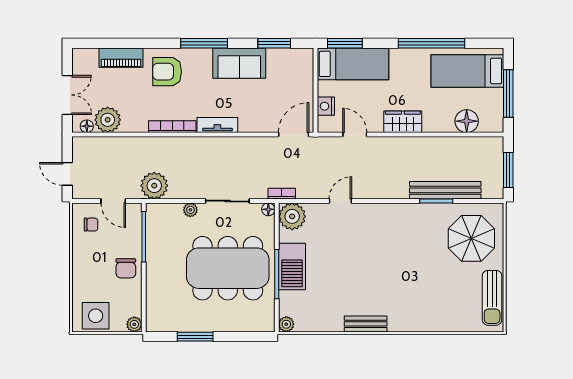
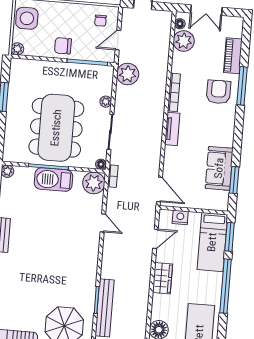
window: (204, 43) -> (242, 86), moved
window: (431, 43) -> (226, 286), moved
sofa: (239, 63) -> (219, 168), moved

